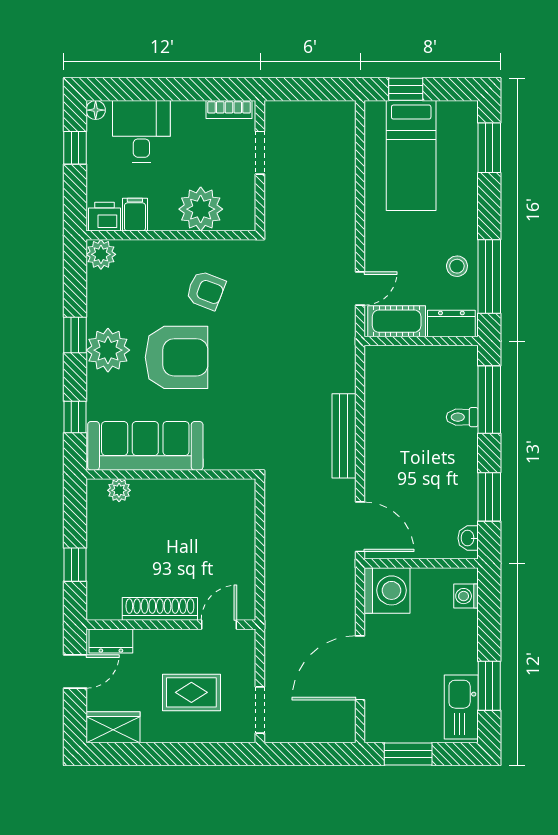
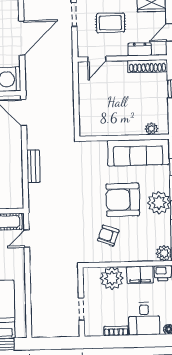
bookcase: (229, 110) -> (116, 331), moved
filing cabinet: (135, 215) -> (140, 275), width x2.00
bench: (344, 436) -> (33, 166), width x0.73
shoe rack: (160, 609) -> (148, 66), moved
dresser: (111, 641) -> (140, 49), moved

